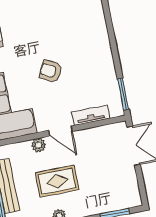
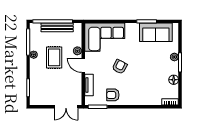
armchair: (99, 73) -> (113, 95), added
door: (60, 131) -> (83, 65), hinge flipped

